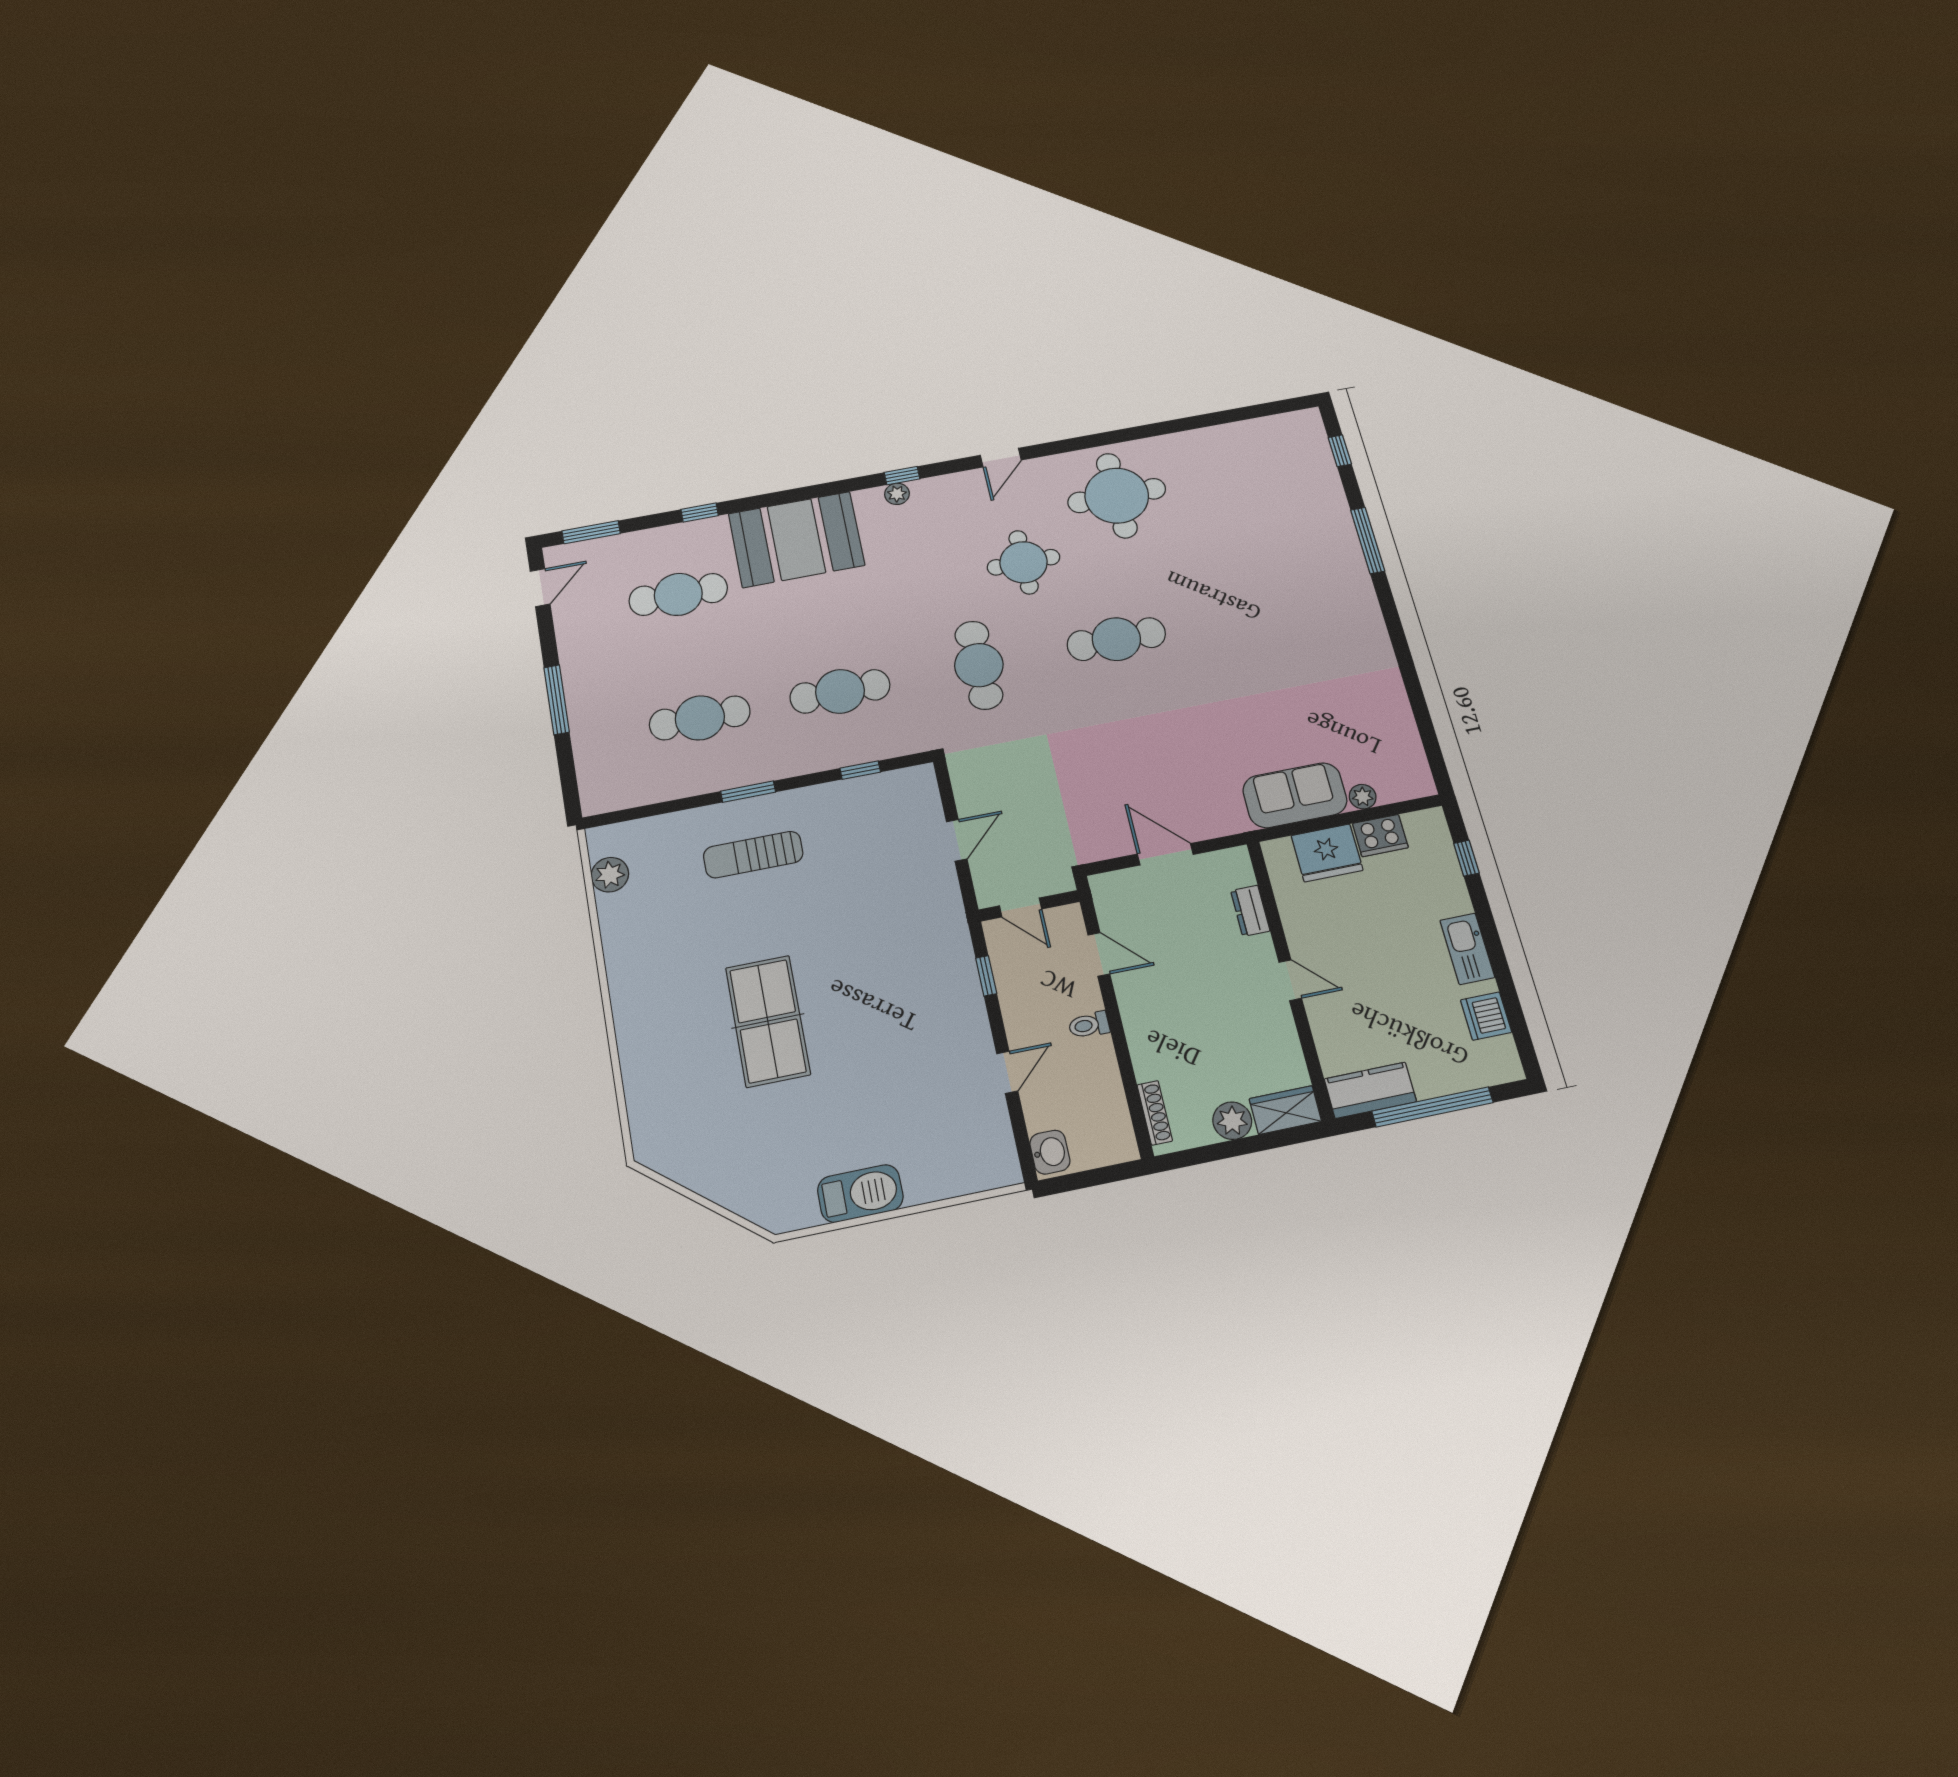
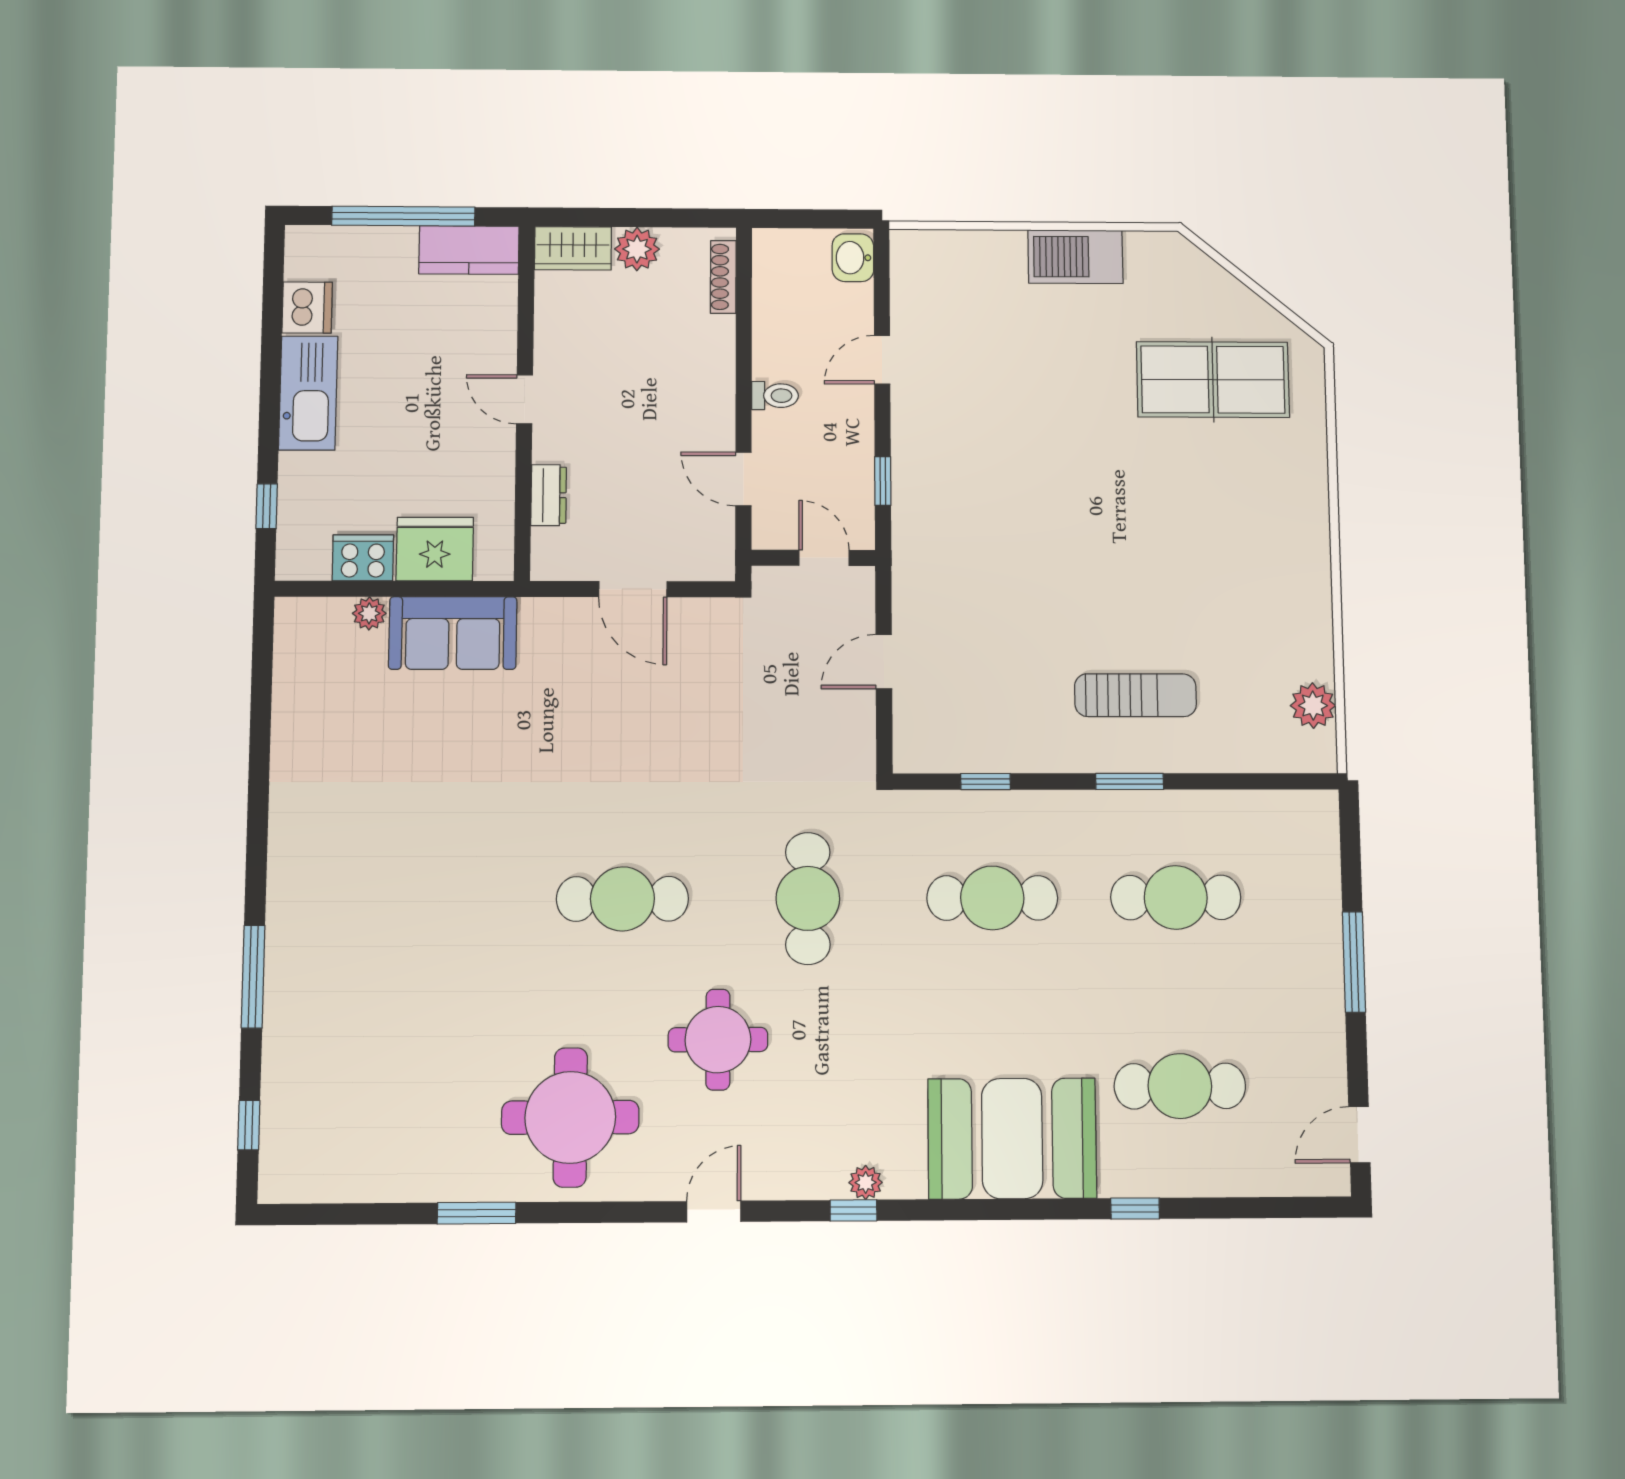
window: (591, 532) -> (477, 1213), moved
kitchen sink: (1467, 949) -> (308, 393), width x1.36, depth x1.24
table tennis table: (768, 1021) -> (1213, 380), moved, turned 90

